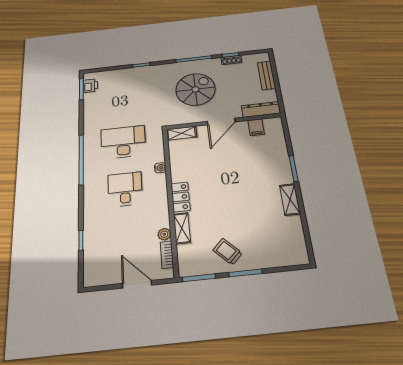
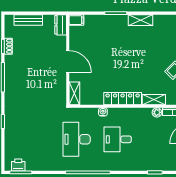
spiral stairs: (195, 89) -> (34, 79), removed
dresser: (261, 109) -> (61, 25), width x0.70
filing cabinet: (256, 127) -> (76, 20), moved
locker: (181, 197) -> (123, 99), width x1.53

